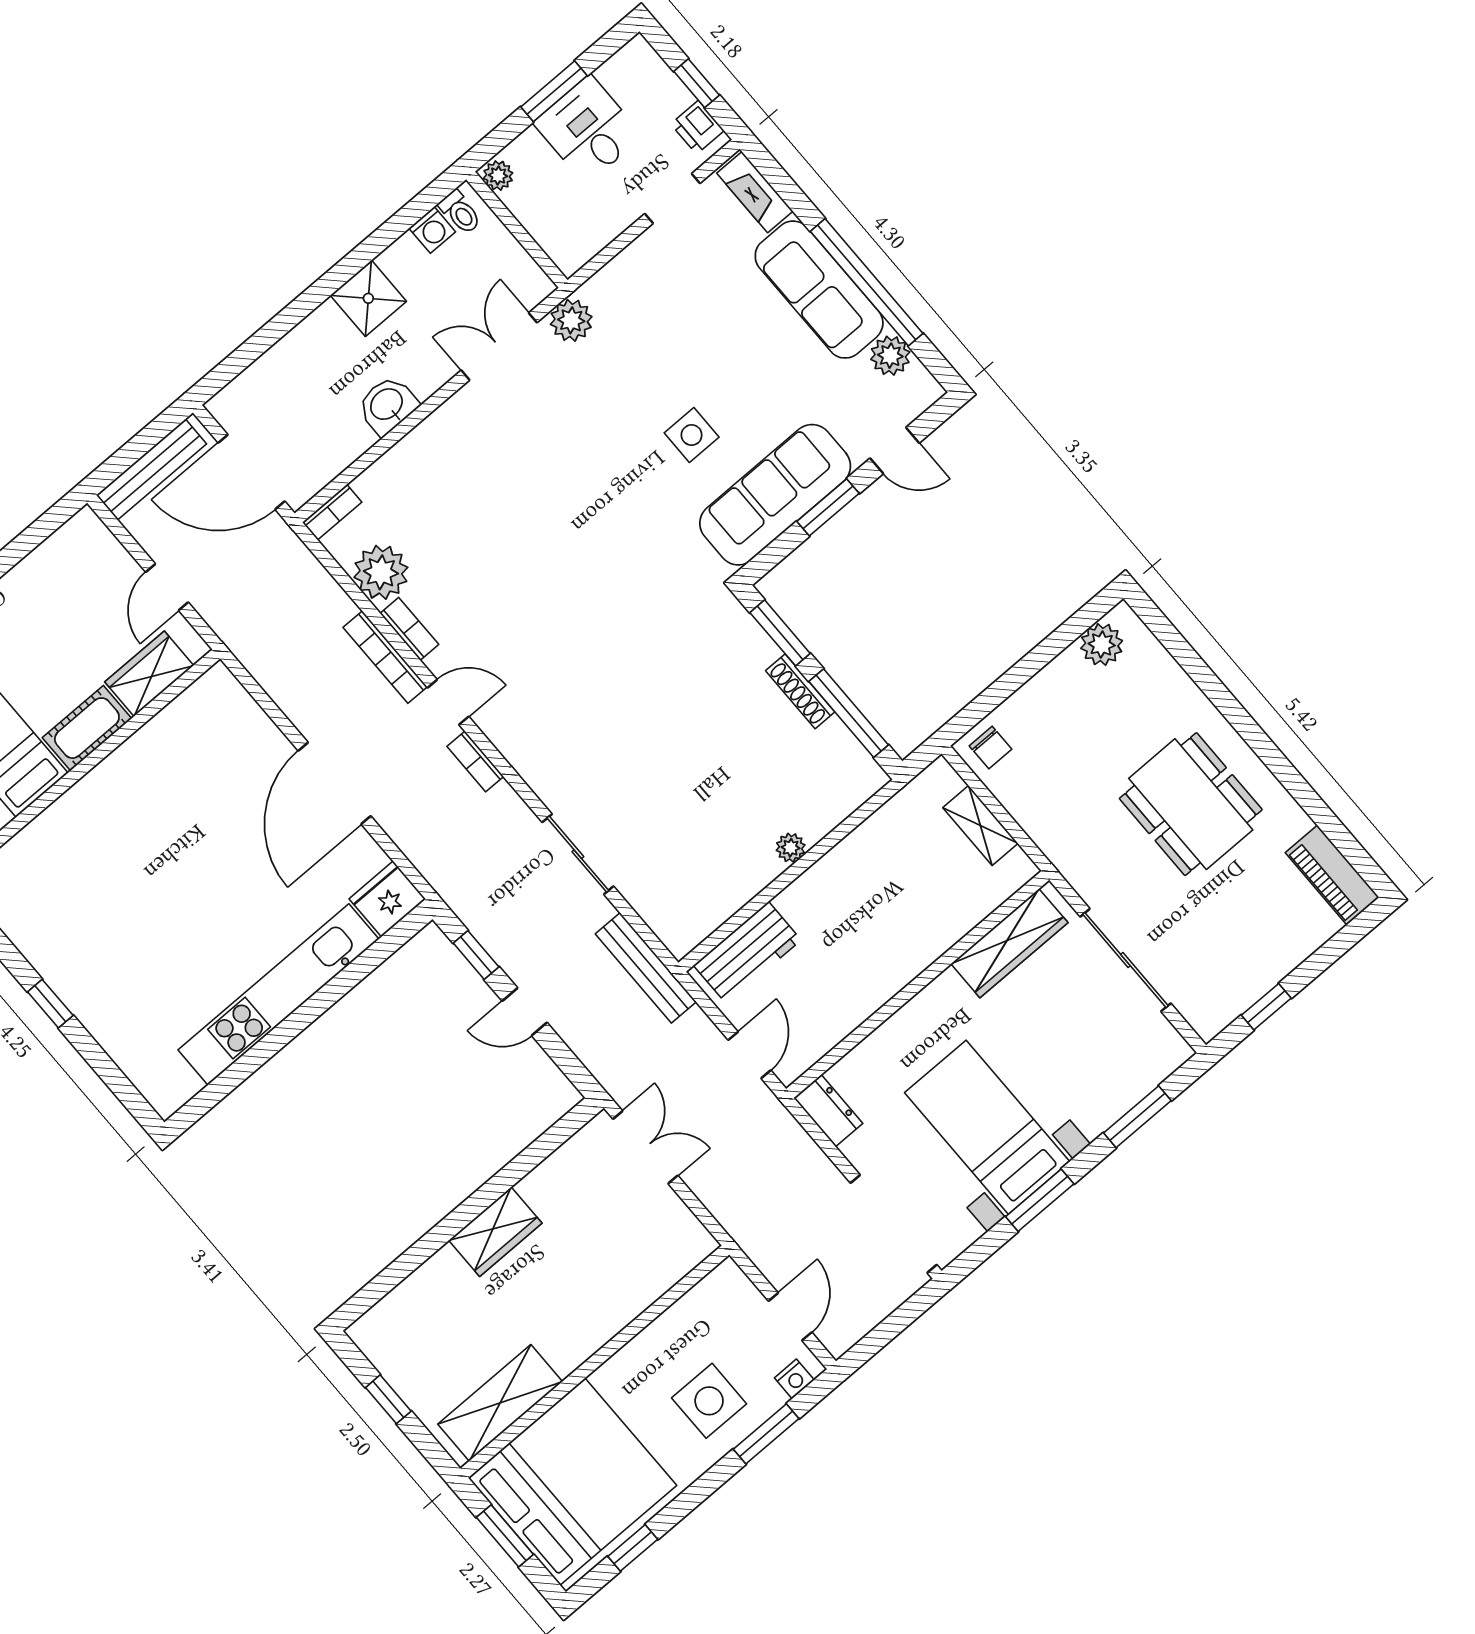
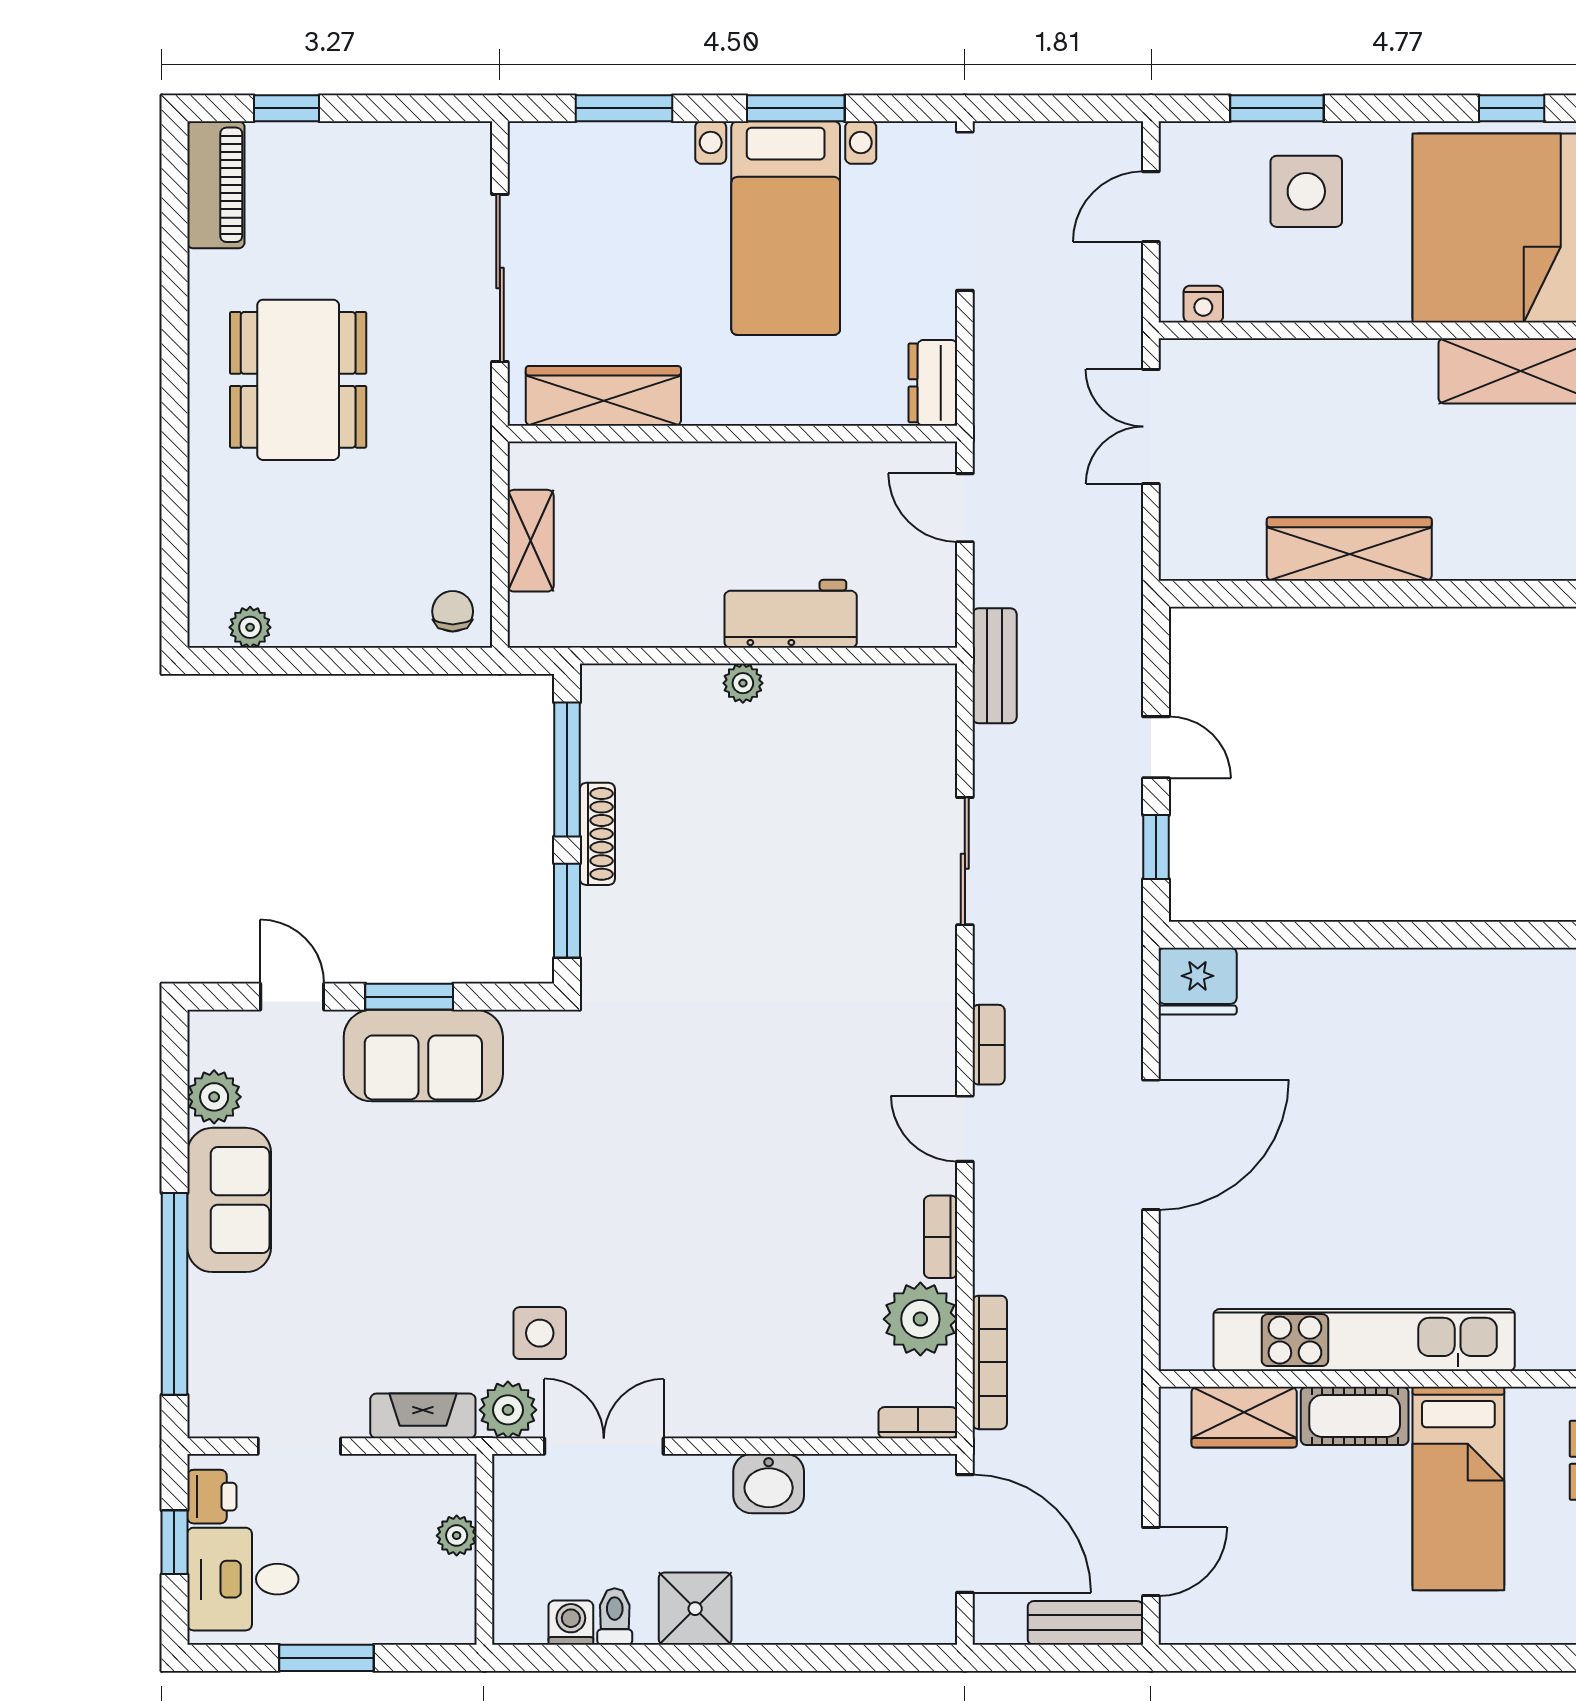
desk: (588, 129) -> (243, 1579), moved, turned 90
plant: (498, 176) -> (457, 1536), moved
fireplace: (755, 192) -> (423, 1416), moved, turned -90
toilet: (460, 212) -> (615, 1617), moved
window: (867, 282) -> (174, 1294), moved
sofa: (819, 290) -> (229, 1200), width x0.73
double door: (499, 346) -> (604, 1446), swing flipped
side table: (692, 435) -> (540, 1333), moved
bench: (151, 469) -> (1085, 1623), width x0.73
sofa: (775, 495) -> (423, 1056), width x0.73
door: (167, 587) -> (1151, 1562), moved
plant: (1102, 644) -> (250, 627), width x0.73, depth x0.73
bookcase: (385, 657) -> (990, 1362), moved
workbench: (747, 953) -> (791, 614), moved
bench: (646, 968) -> (995, 666), width x0.73
kitchen unit: (278, 994) -> (1364, 1340), moved, turned 180
window: (1266, 1007) -> (286, 108), moved
door: (750, 1055) -> (965, 508), hinge flipped
double door: (645, 1147) -> (1151, 427), moved
wardrobe: (495, 1232) -> (1349, 549), width x1.50
nightstand: (794, 1379) -> (1203, 304), moved, turned 180

